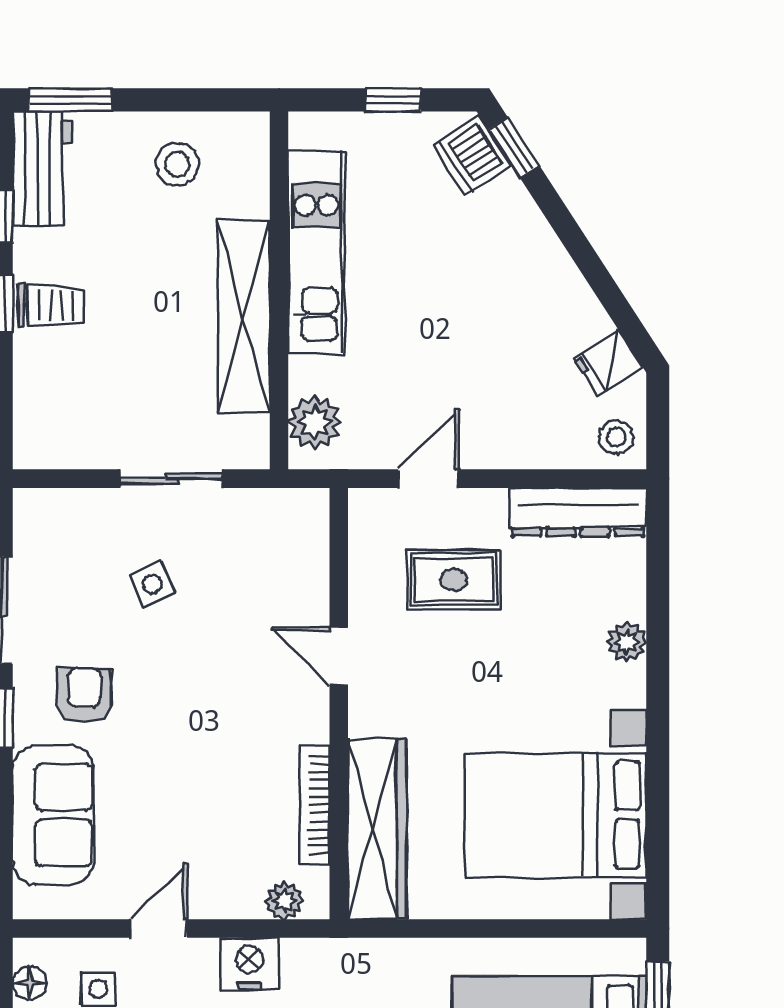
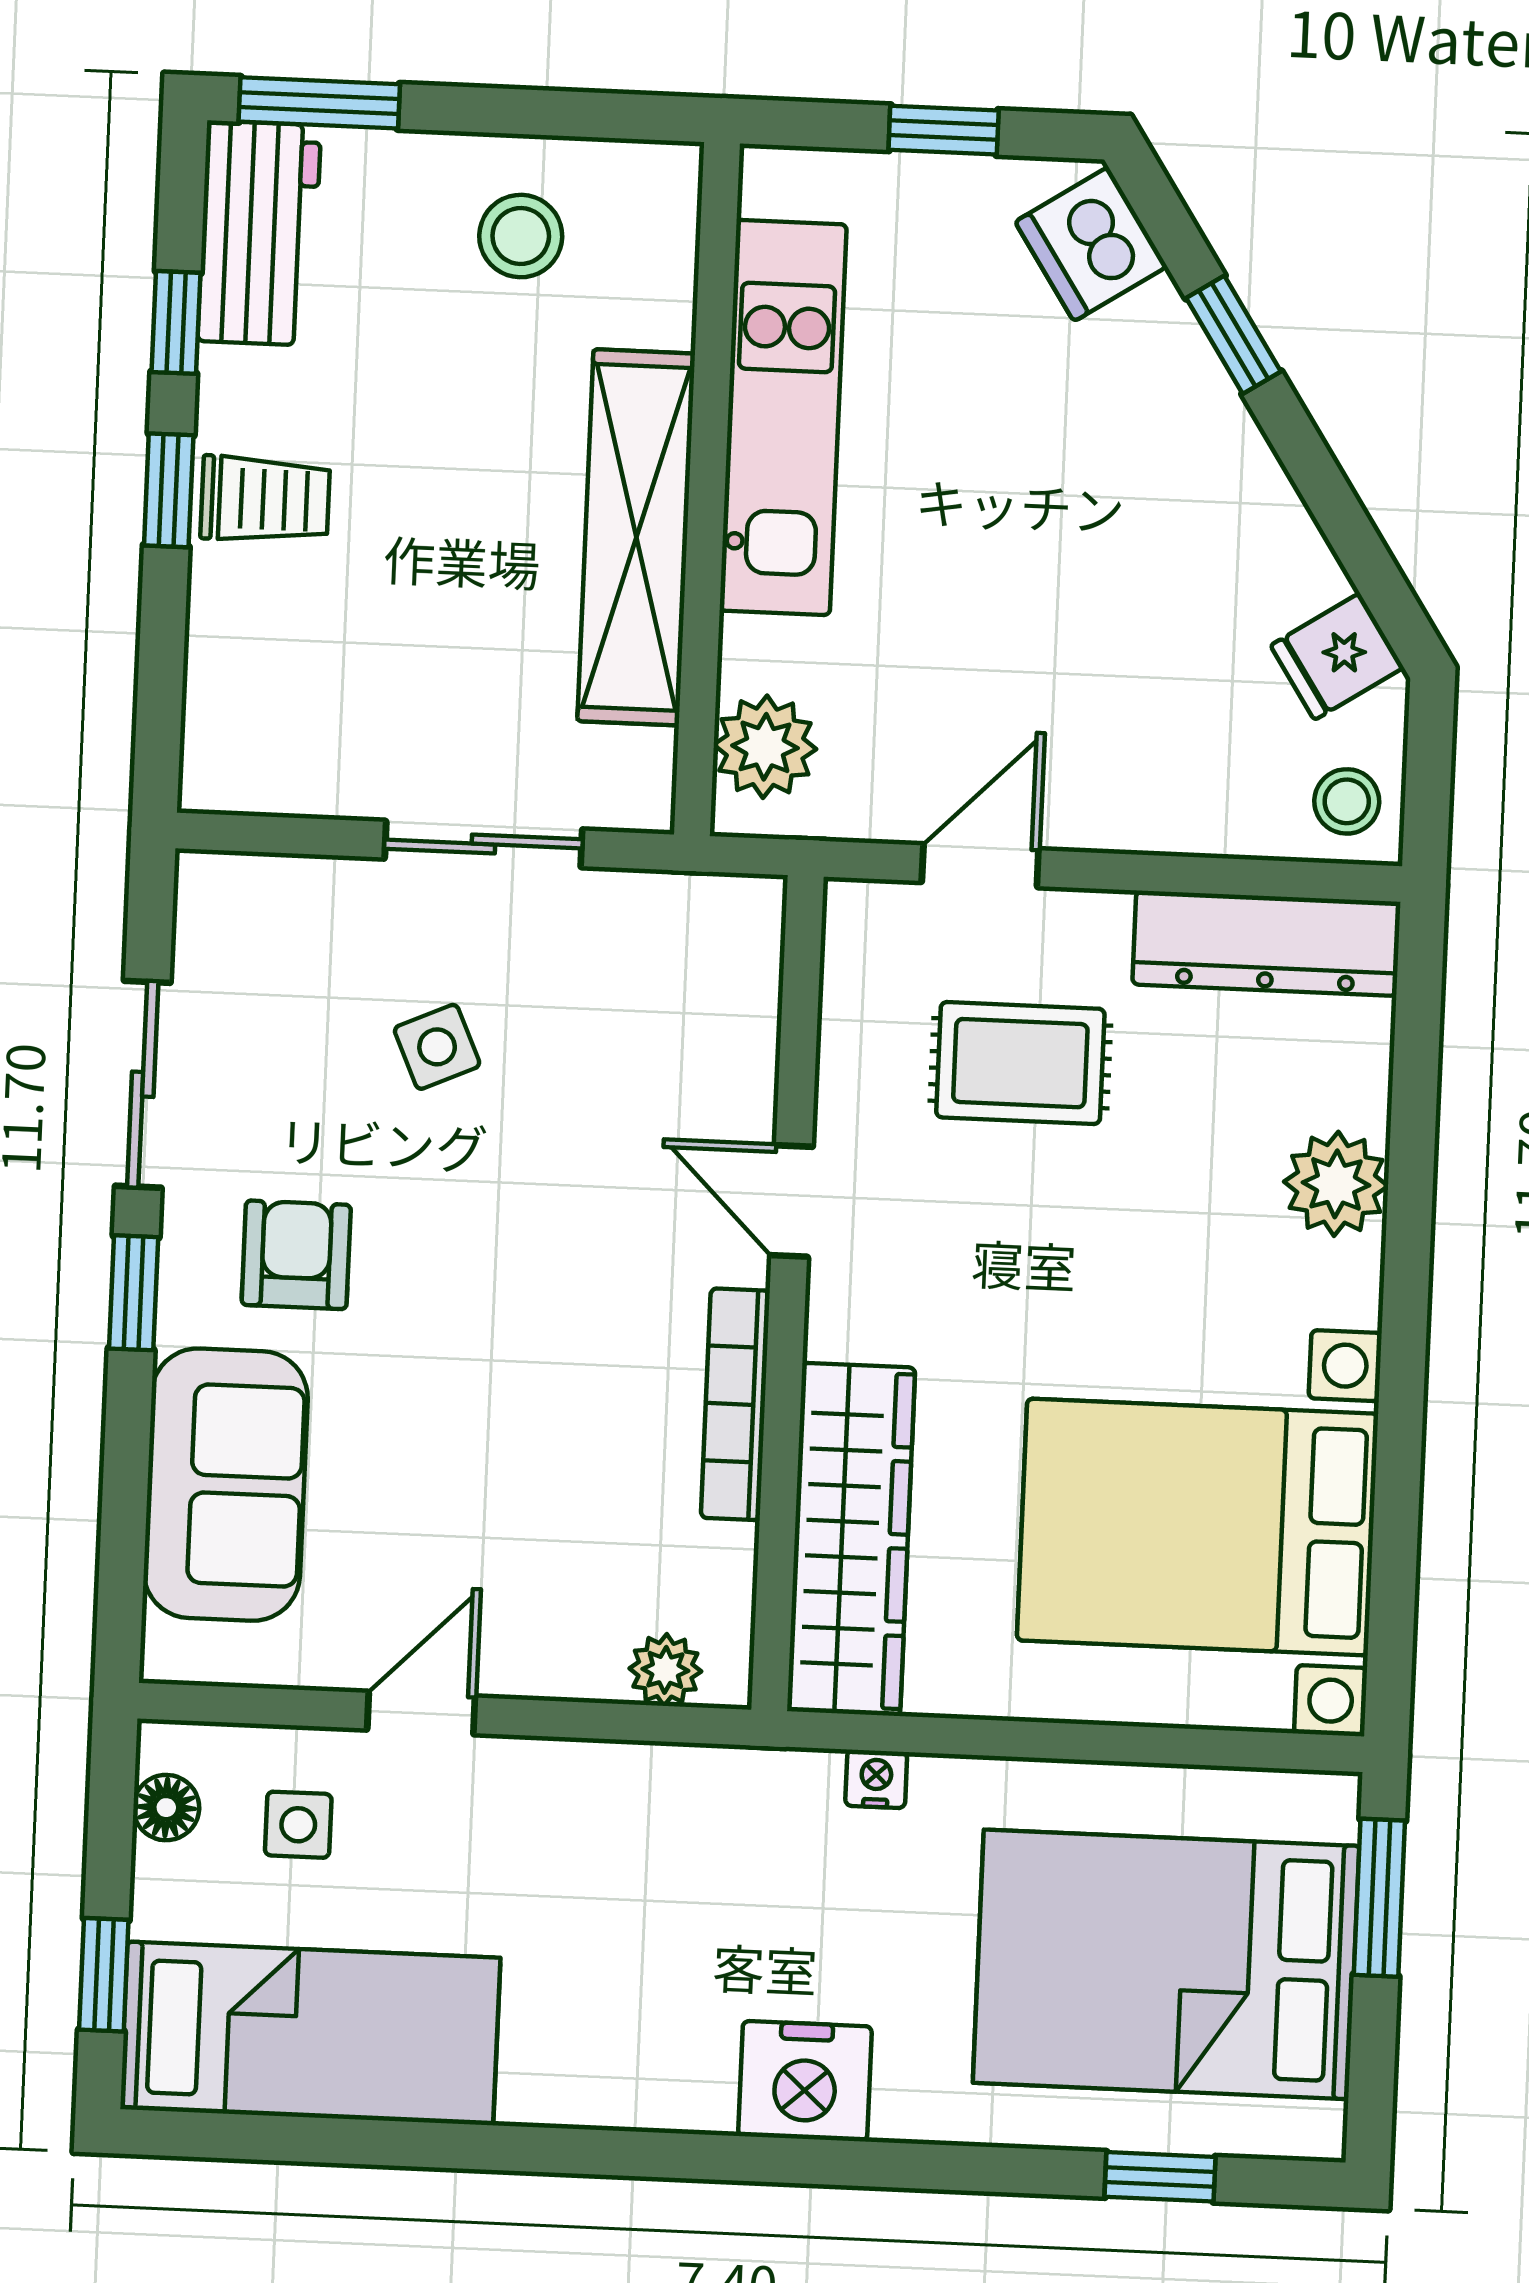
window: (514, 147) -> (1234, 335), moved
plant: (627, 642) -> (1336, 1184), width x1.38, depth x1.38
bookcase: (314, 805) -> (735, 1404), moved
nightstand: (249, 964) -> (876, 1779), moved, width x0.53, depth x0.56

